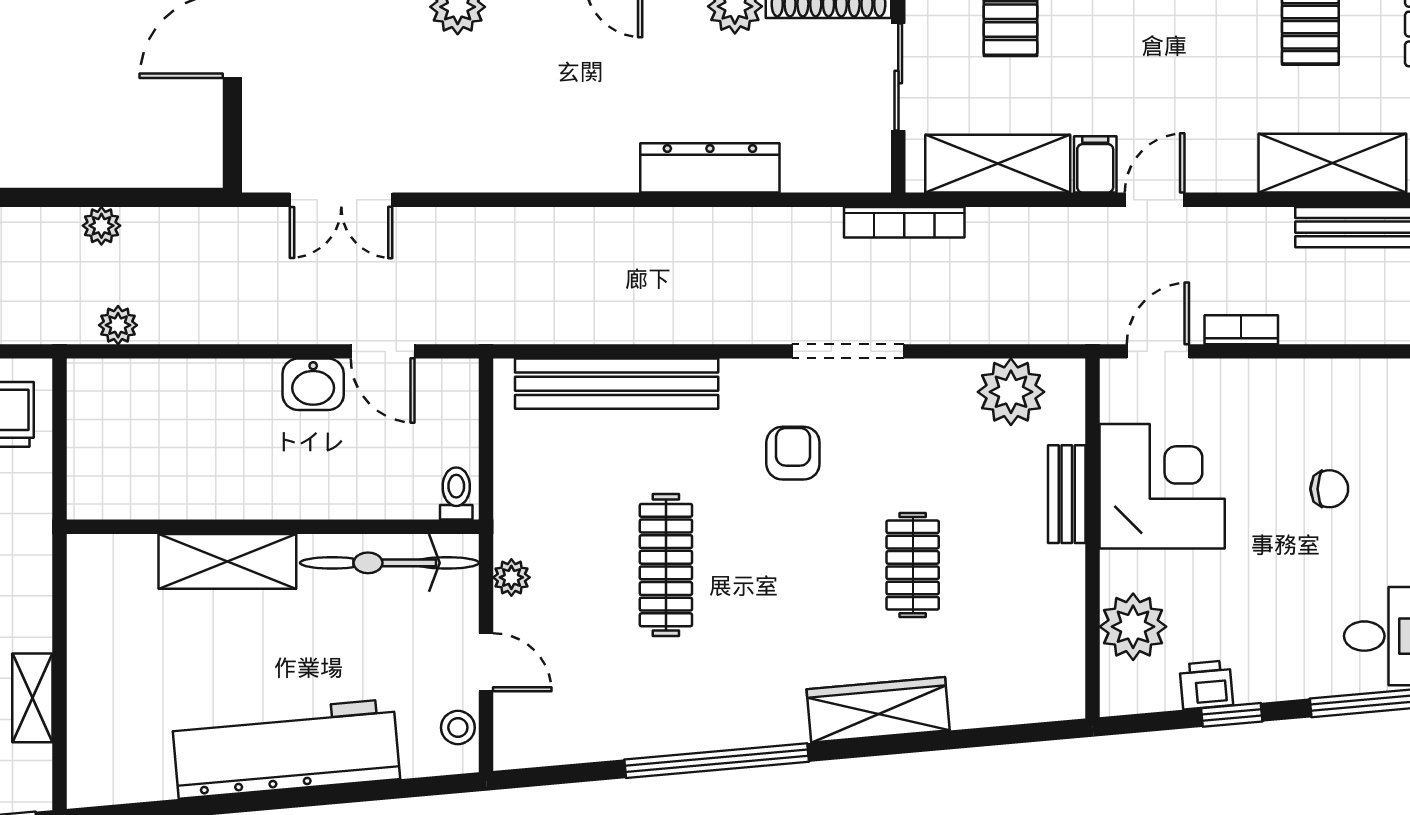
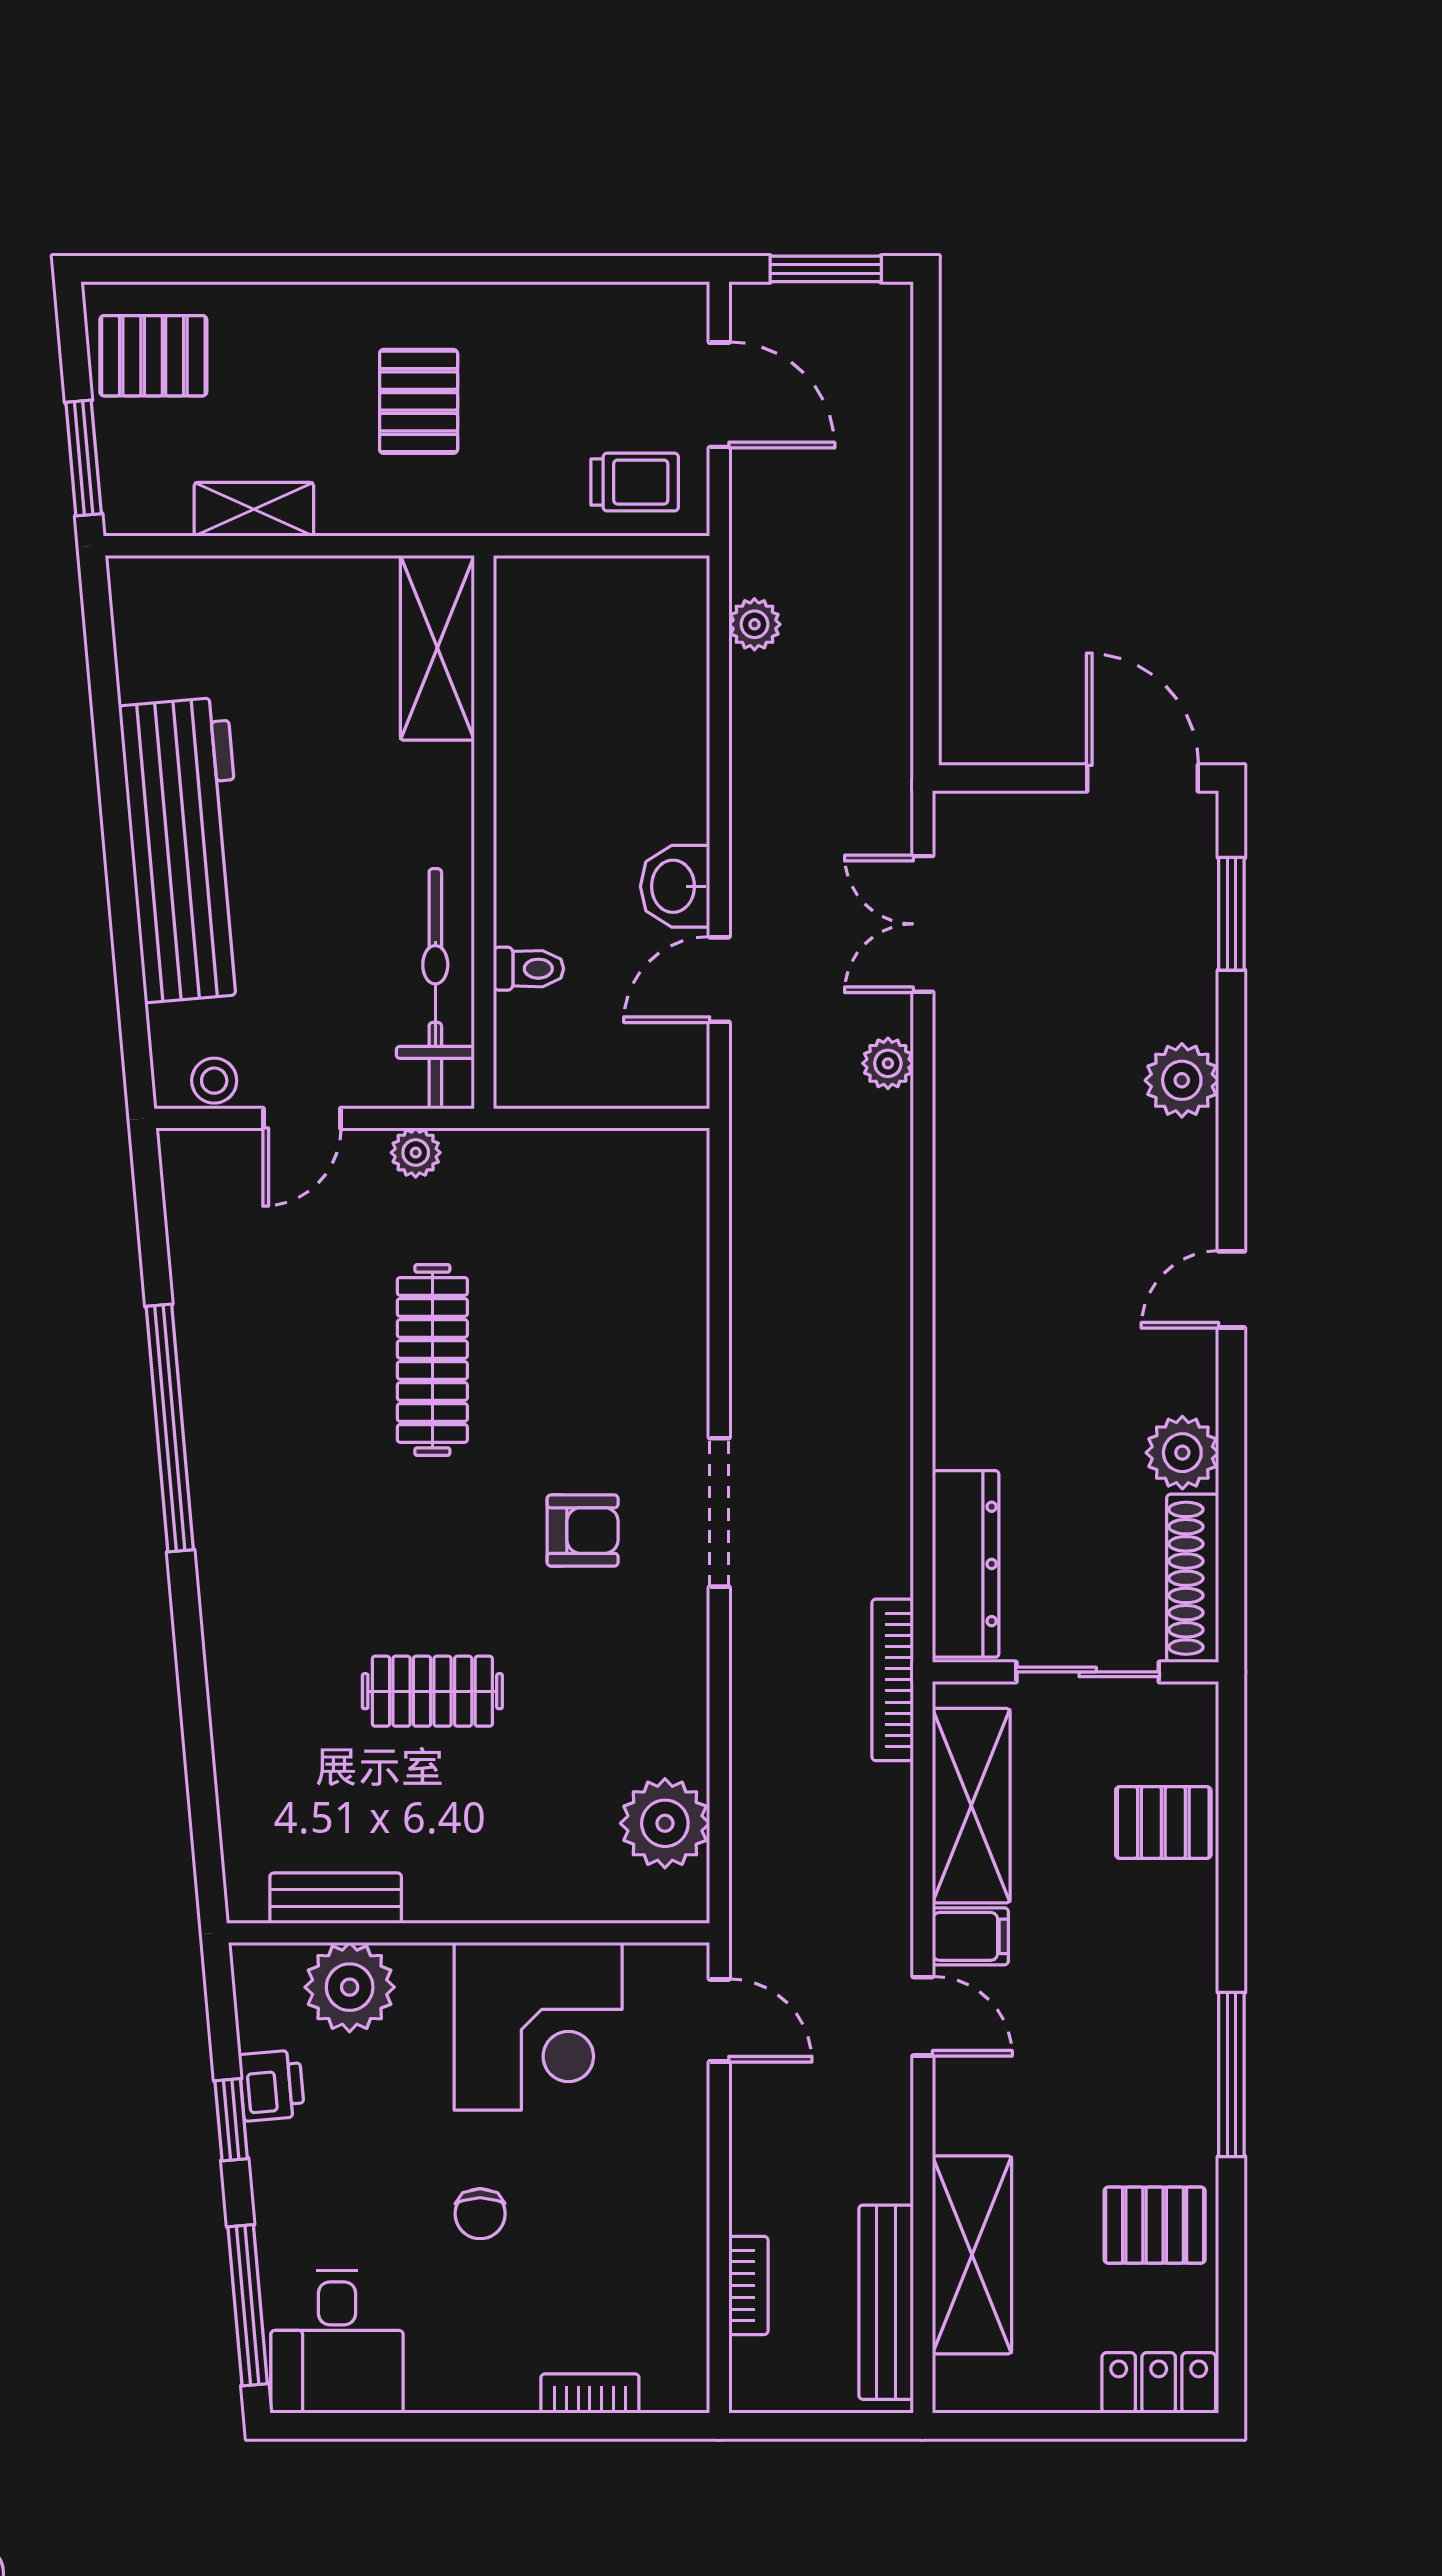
dresser: (710, 168) -> (966, 1564), moved
plant: (101, 226) -> (888, 1063), moved
bookcase: (1241, 330) -> (748, 2285), moved
doorway: (848, 351) -> (719, 1512), moved
bench: (617, 384) -> (676, 1294), removed
chair: (1329, 489) -> (480, 2214), moved
toilet: (456, 493) -> (528, 969), moved
bench: (1067, 494) -> (336, 1898), moved
shelving: (227, 561) -> (437, 648), moved
clothes rail: (666, 565) -> (432, 1360), turned 90
wardrobe: (878, 710) -> (238, 1645), removed

